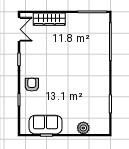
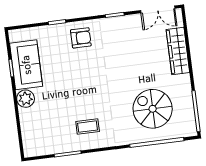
spiral stairs: (87, 42) -> (153, 109), added
coffee table: (93, 88) -> (88, 127), added
plant: (83, 128) -> (26, 99), moved

